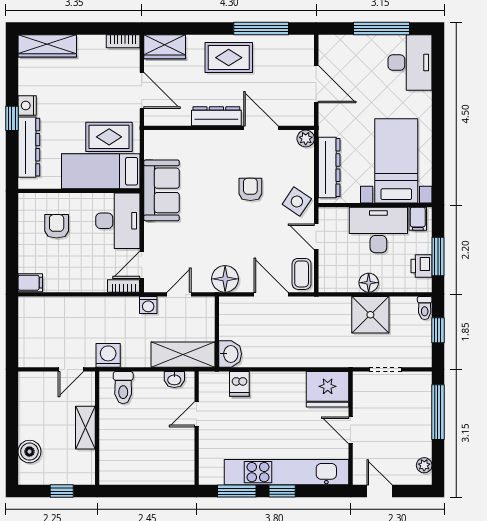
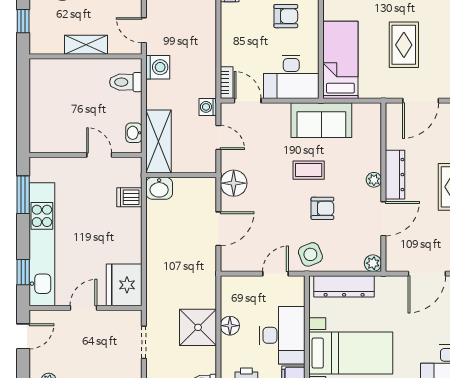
rug: (109, 137) -> (404, 45), moved
plant: (222, 138) -> (374, 180), added
side table: (297, 201) -> (310, 254), turned 34
coffee table: (302, 274) -> (309, 170), moved
window: (282, 491) -> (23, 272), moved

